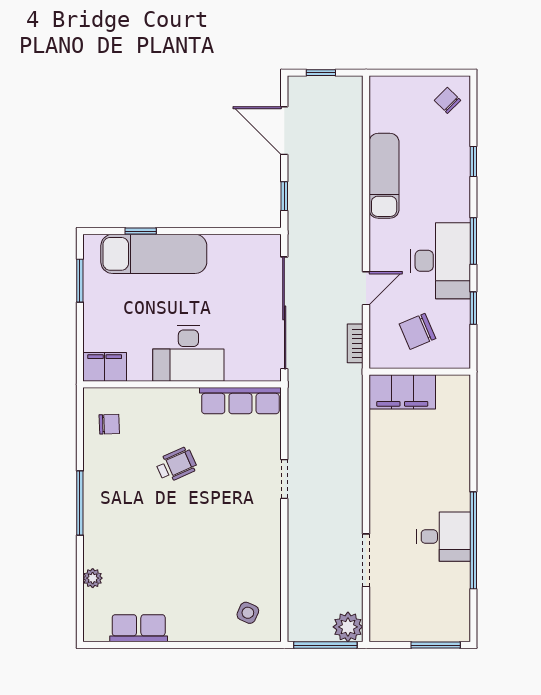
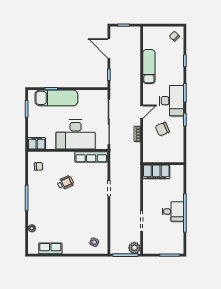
desk: (188, 353) -> (76, 135), width x1.36, depth x1.30
wall: (420, 372) -> (163, 164), moved
filing cabinet: (402, 392) -> (156, 172), moved

